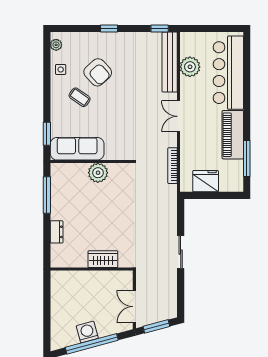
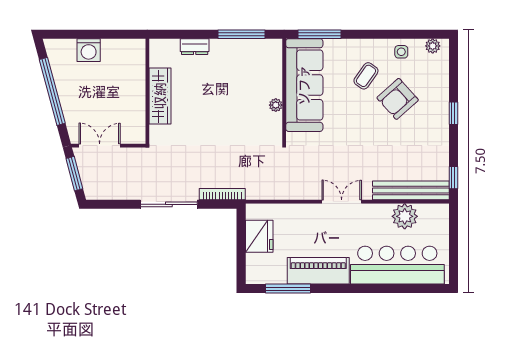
window: (47, 134) -> (319, 34), width x1.44
sofa: (77, 149) -> (304, 85), width x1.36, depth x1.27
bookcase: (173, 166) -> (222, 194), moved
plant: (98, 173) -> (276, 105), width x0.53, depth x0.53
sliding door: (181, 252) -> (169, 204), width x1.37
wardrobe: (103, 259) -> (160, 96), width x1.50
washing machine: (87, 332) -> (89, 50), moved, turned 105

